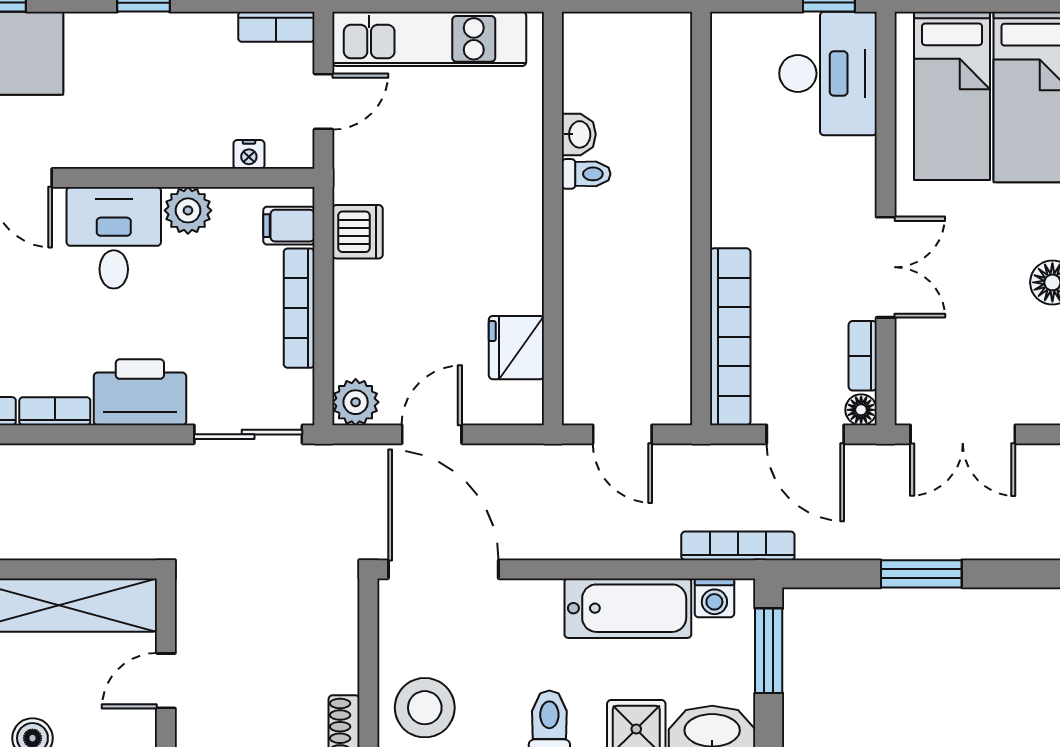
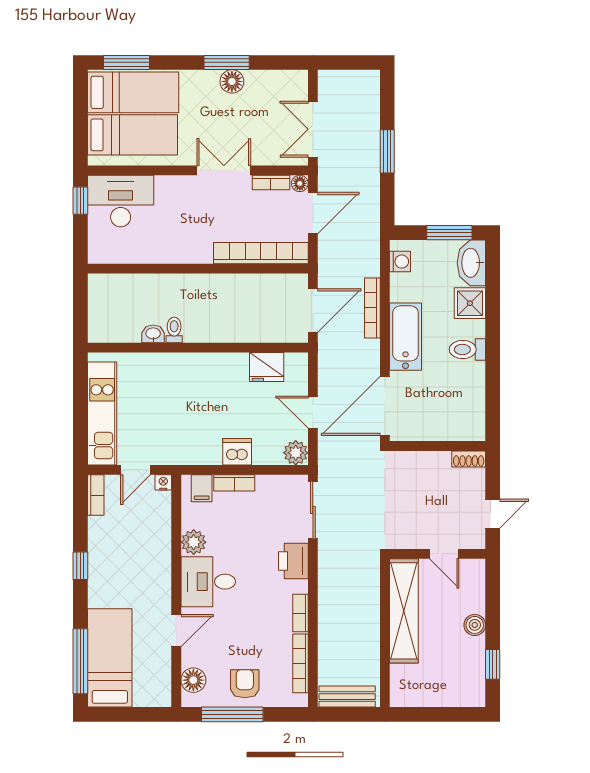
door: (323, 102) -> (136, 470), swing flipped
nightstand: (249, 154) -> (163, 482), moved, turned -90
dishwasher: (357, 232) -> (237, 452), moved
bookcase: (299, 308) -> (234, 483), width x0.64
printer: (140, 392) -> (293, 561), width x0.73, depth x0.84
door: (622, 434) -> (313, 311), width x1.38
double door: (963, 434) -> (313, 129), swing flipped
bookcase: (738, 546) -> (372, 308), moved
bathtub: (628, 608) -> (406, 337), moved
window: (769, 651) -> (449, 233), moved
stool: (425, 708) -> (459, 416), removed

